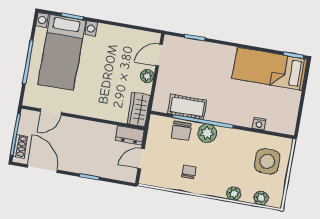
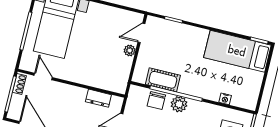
wardrobe: (139, 110) -> (120, 79), removed
door: (51, 112) -> (43, 76), swing flipped
dresser: (130, 135) -> (98, 98), moved
shoe rack: (20, 146) -> (19, 84), moved

